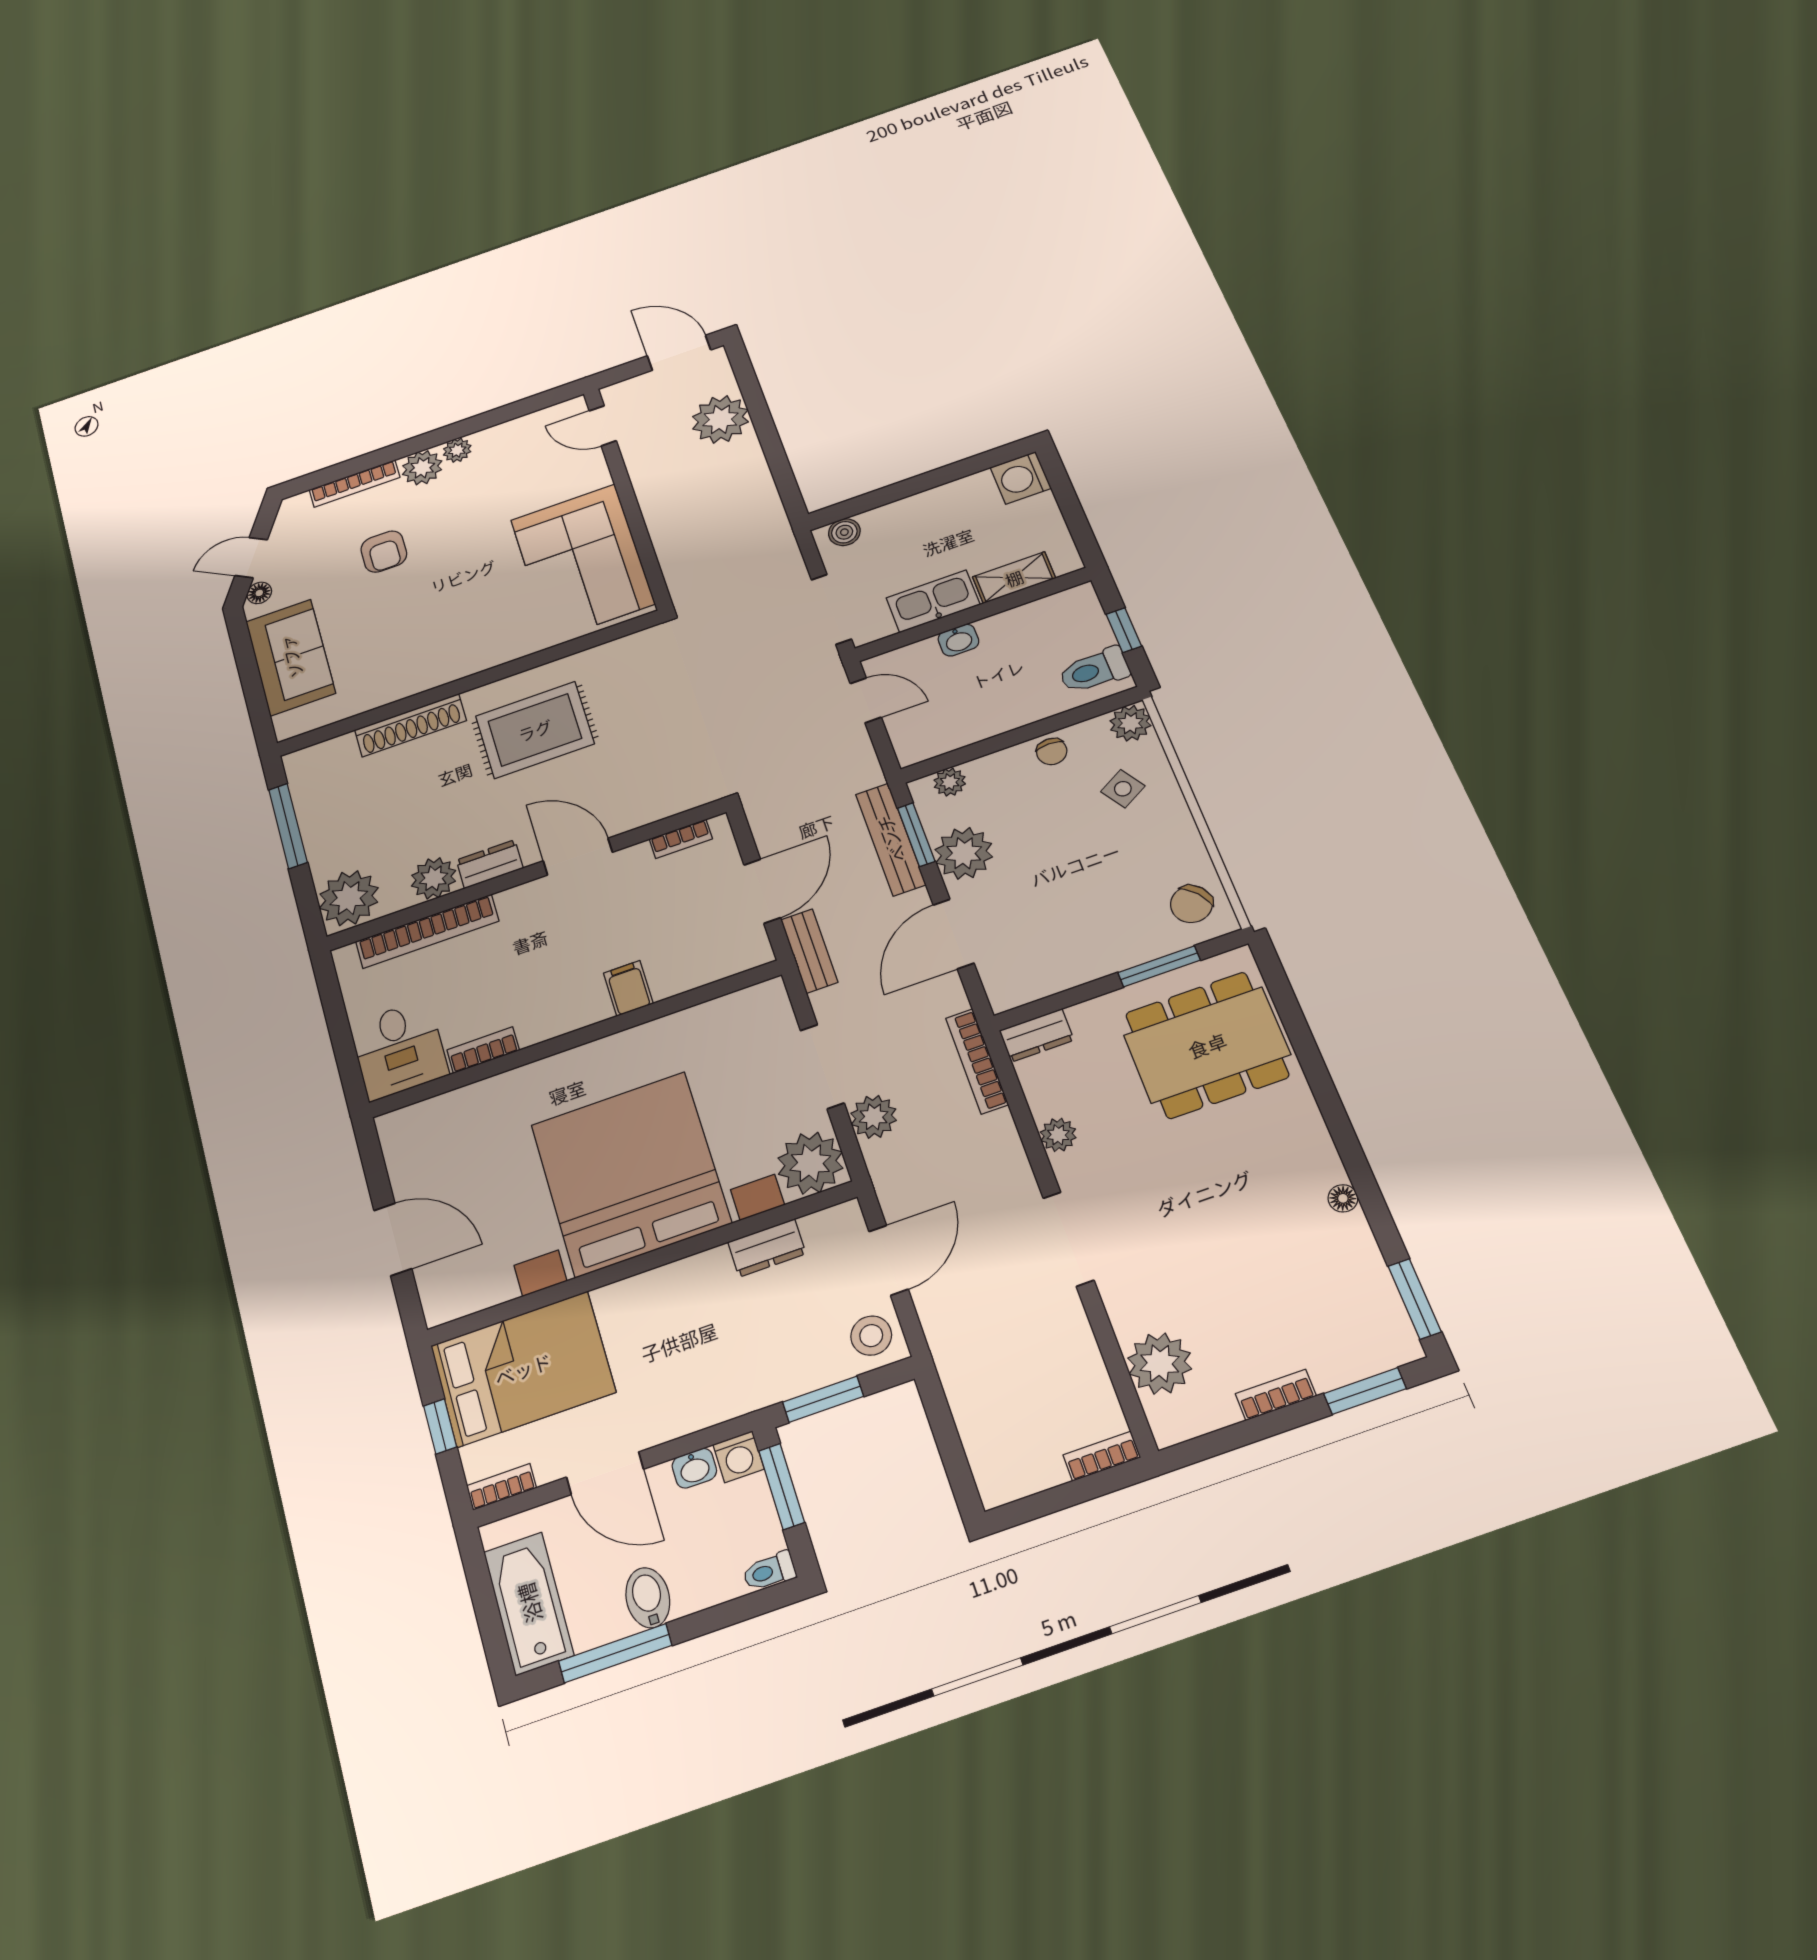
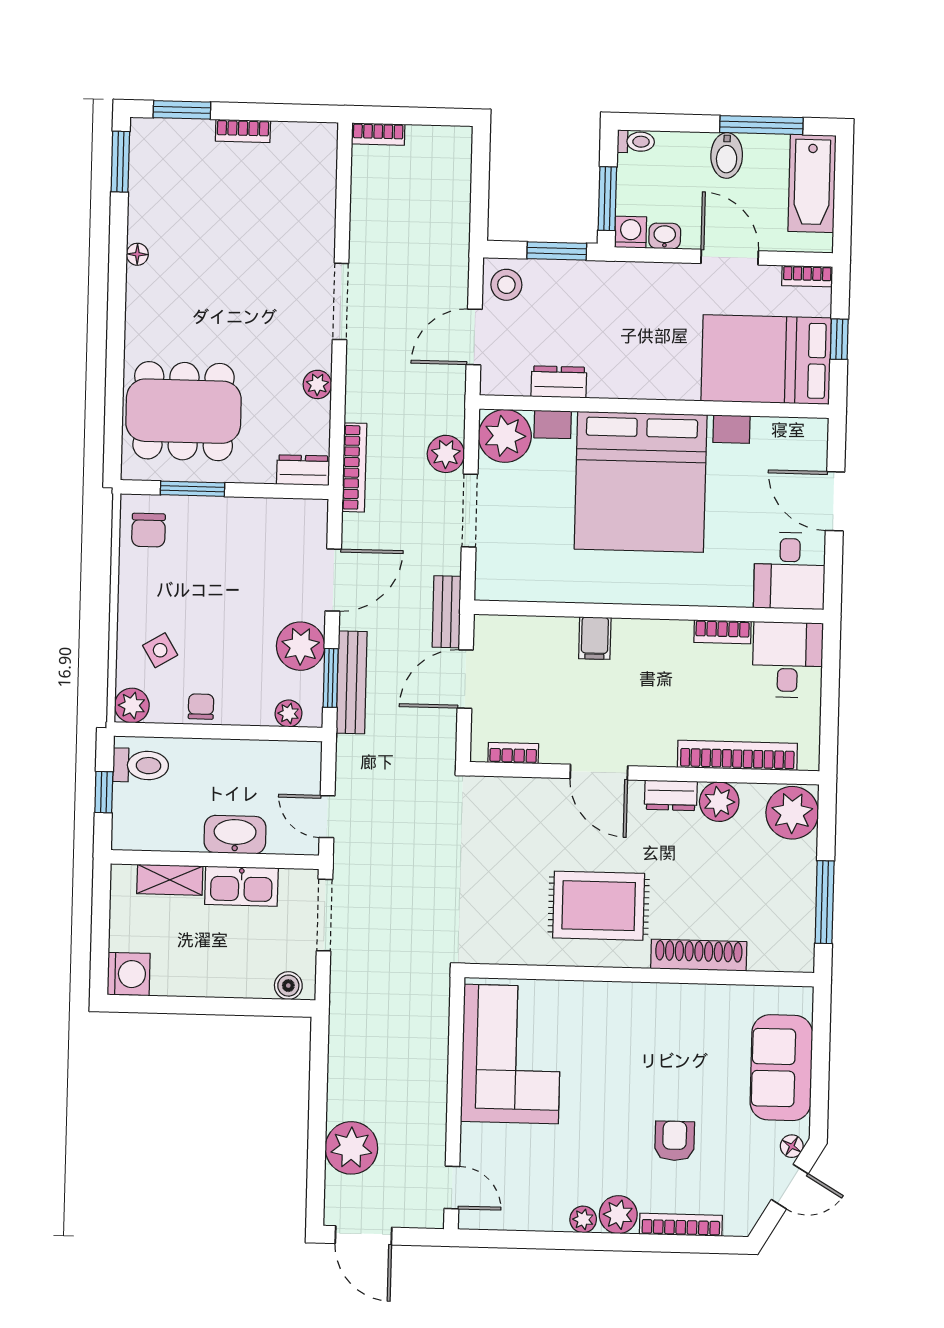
washbasin: (958, 640) -> (235, 835), width x1.91, depth x1.45
chair: (1191, 904) -> (148, 530), turned 128
desk: (425, 1144) -> (790, 571), added
plant: (1160, 1363) -> (313, 184), removed

